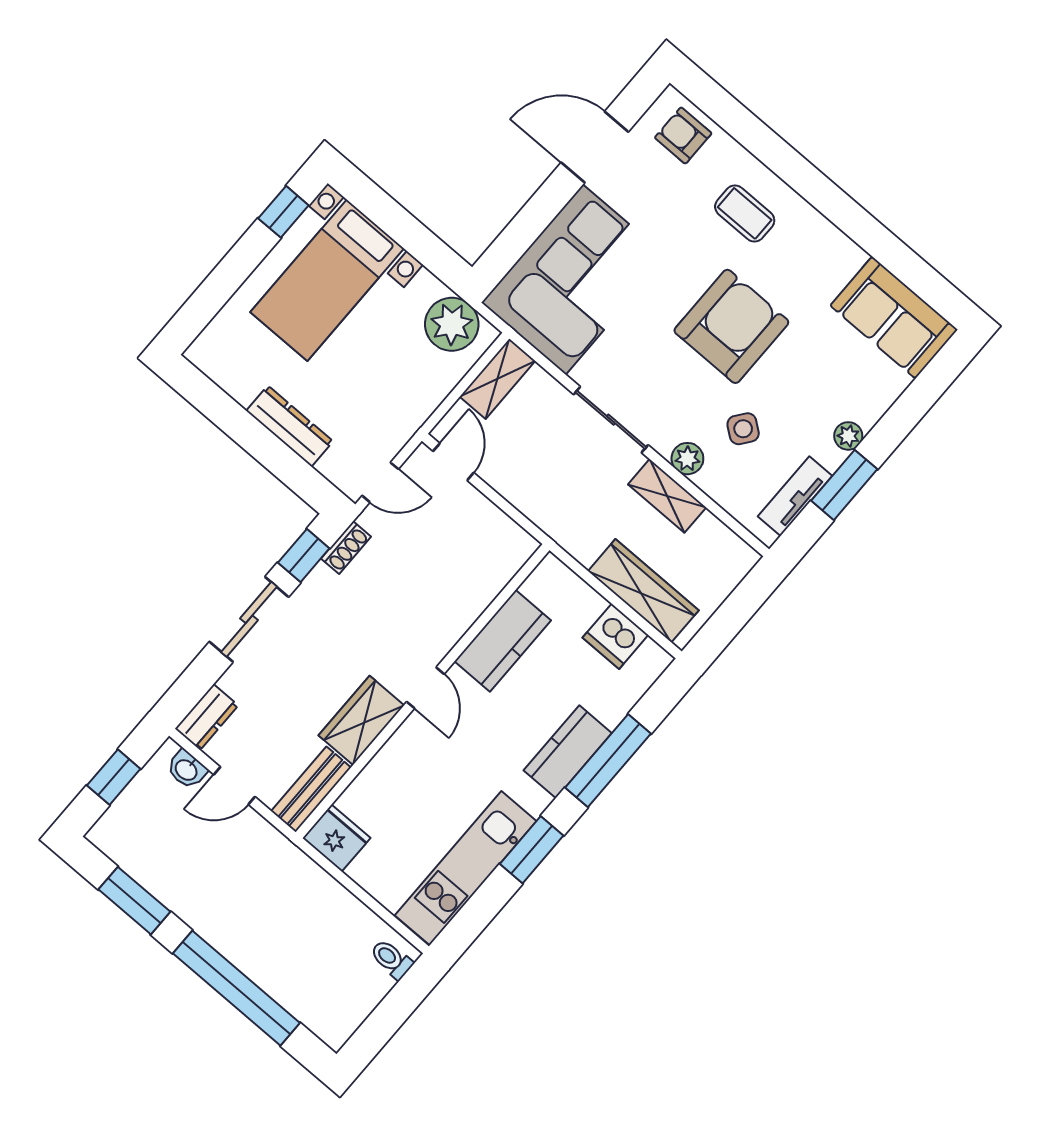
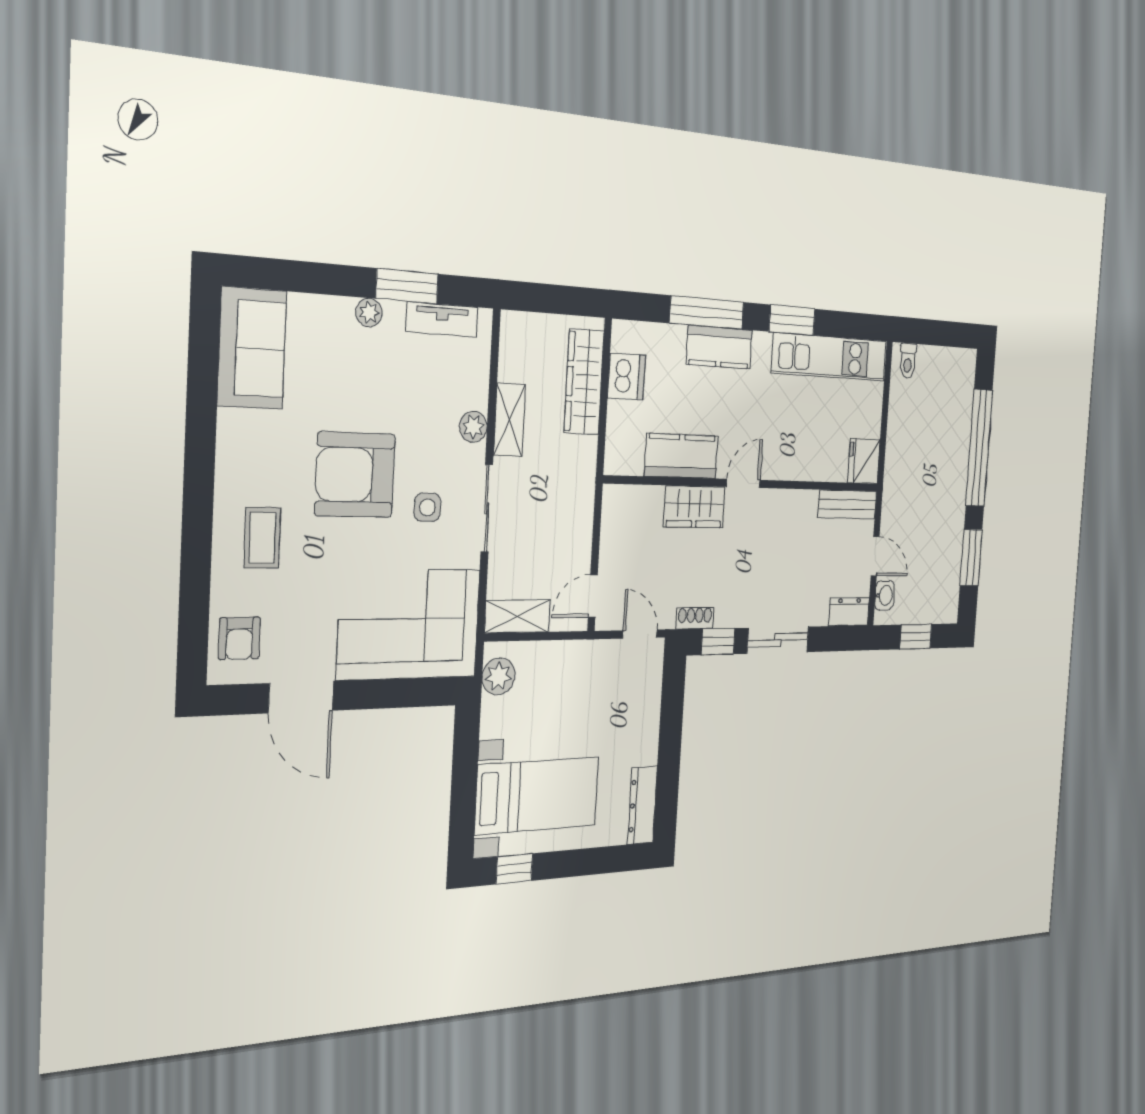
plant: (452, 324) -> (499, 676), width x0.73, depth x0.73
dresser: (290, 426) -> (642, 805), moved
side table: (743, 429) -> (427, 507), moved, turned -37
wardrobe: (361, 720) -> (694, 507), moved

